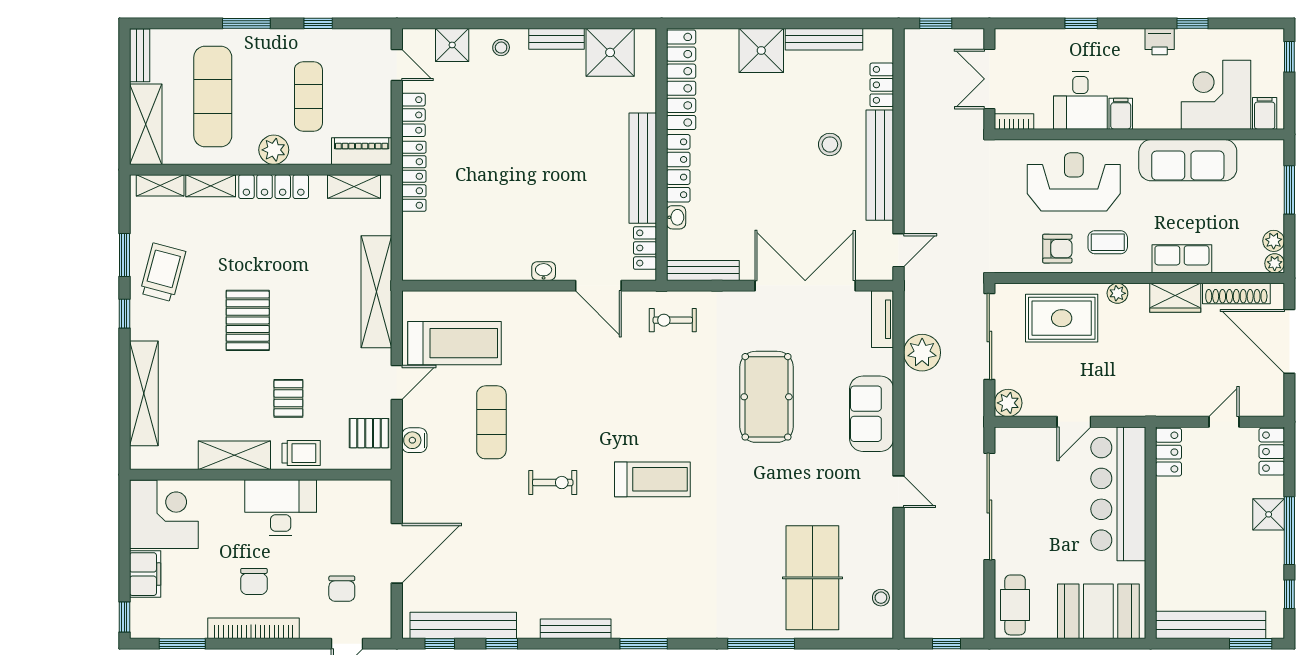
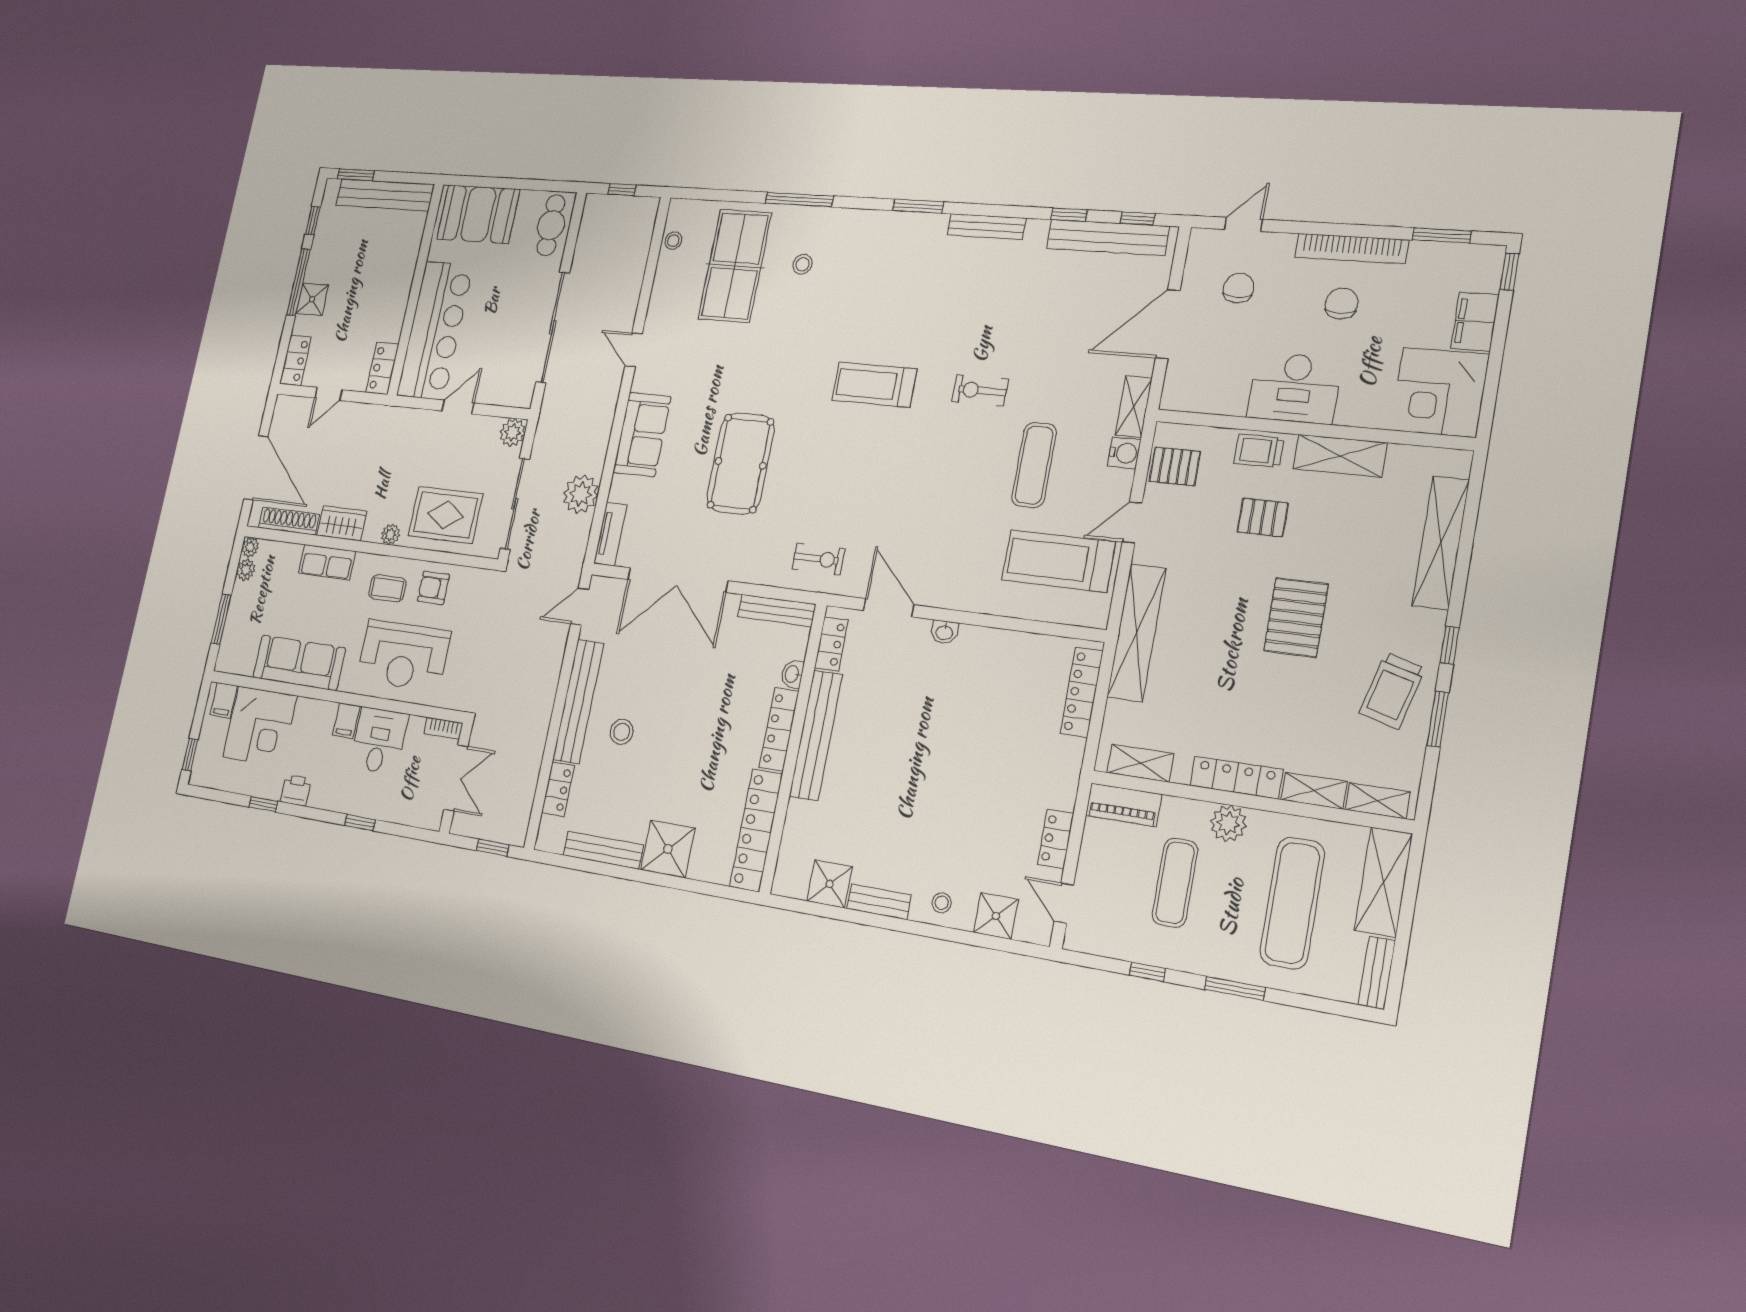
shower: (610, 52) -> (830, 884), width x0.73, depth x0.73
locker: (414, 176) -> (1082, 692), moved
pallet: (288, 398) -> (1263, 518), turned 90
shelving: (413, 480) -> (1134, 407), added
stool: (745, 584) -> (802, 264), added

